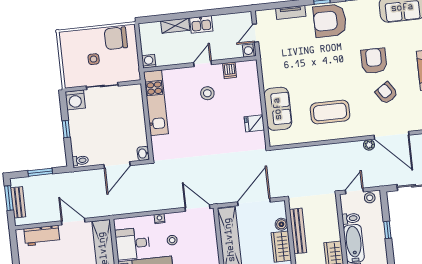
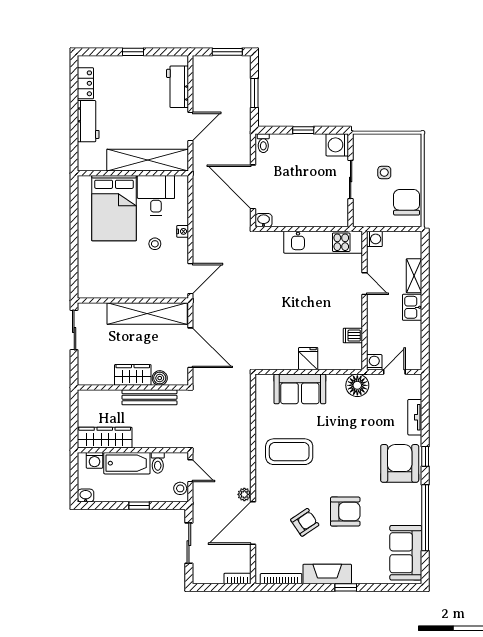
door: (256, 33) -> (394, 372), hinge flipped
floor lamp: (270, 62) -> (357, 385), added
door: (203, 64) -> (364, 284), moved
stool: (207, 93) -> (328, 306), removed
coffee table: (330, 112) -> (289, 452), turned 90
fridge: (254, 123) -> (308, 359), moved
door: (117, 165) -> (253, 187), width x1.36
bench: (18, 202) -> (221, 62), removed

